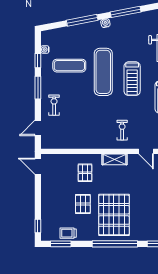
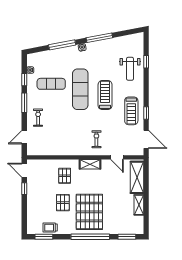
treadmill: (132, 79) -> (105, 95), turned 180
window: (38, 226) -> (24, 189), moved

